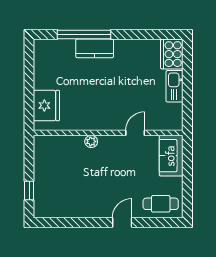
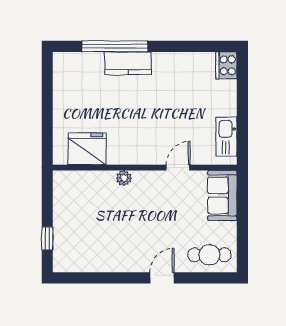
cooker: (172, 54) -> (226, 65), width x0.73, depth x0.76
kitchen sink: (175, 86) -> (227, 137), moved
fridge: (46, 105) -> (87, 149), moved, turned -90

